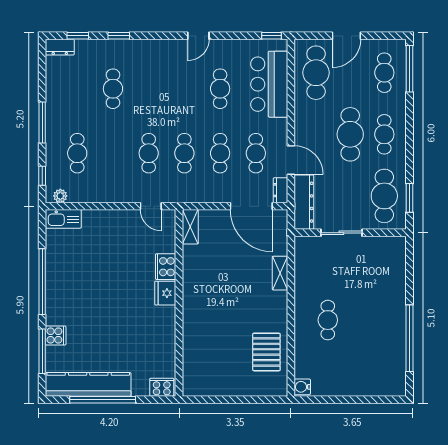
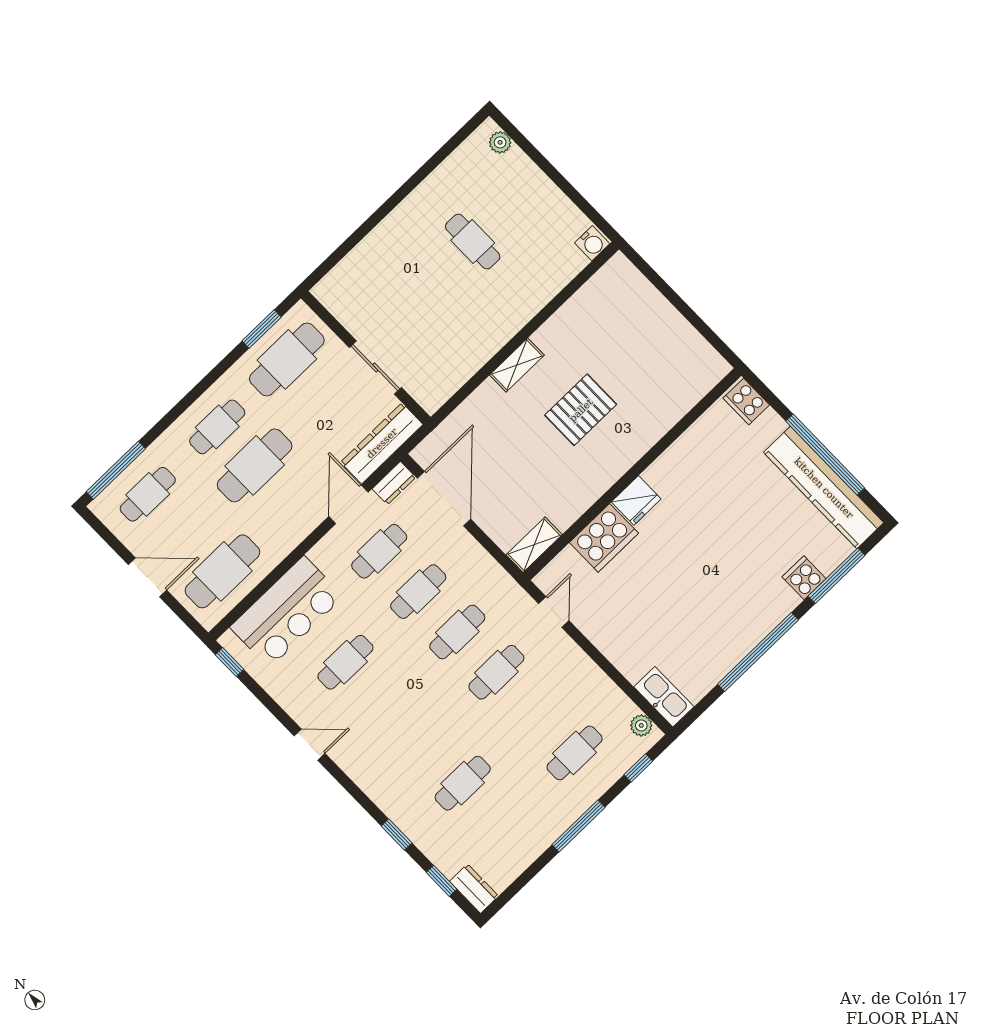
cooker: (166, 267) -> (604, 538), width x1.37, depth x1.31
shelving: (280, 273) -> (517, 365), moved
cafe table: (328, 320) -> (473, 242), moved, turned 90
window: (409, 338) -> (420, 175), removed
pallet: (266, 352) -> (581, 410), moved
plant: (389, 389) -> (500, 142), added

